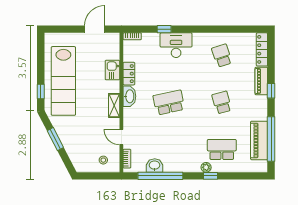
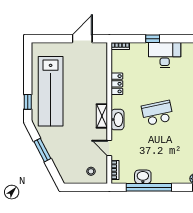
kitchen sink: (112, 70) -> (100, 80), removed
washbasin: (129, 96) -> (117, 120), moved

